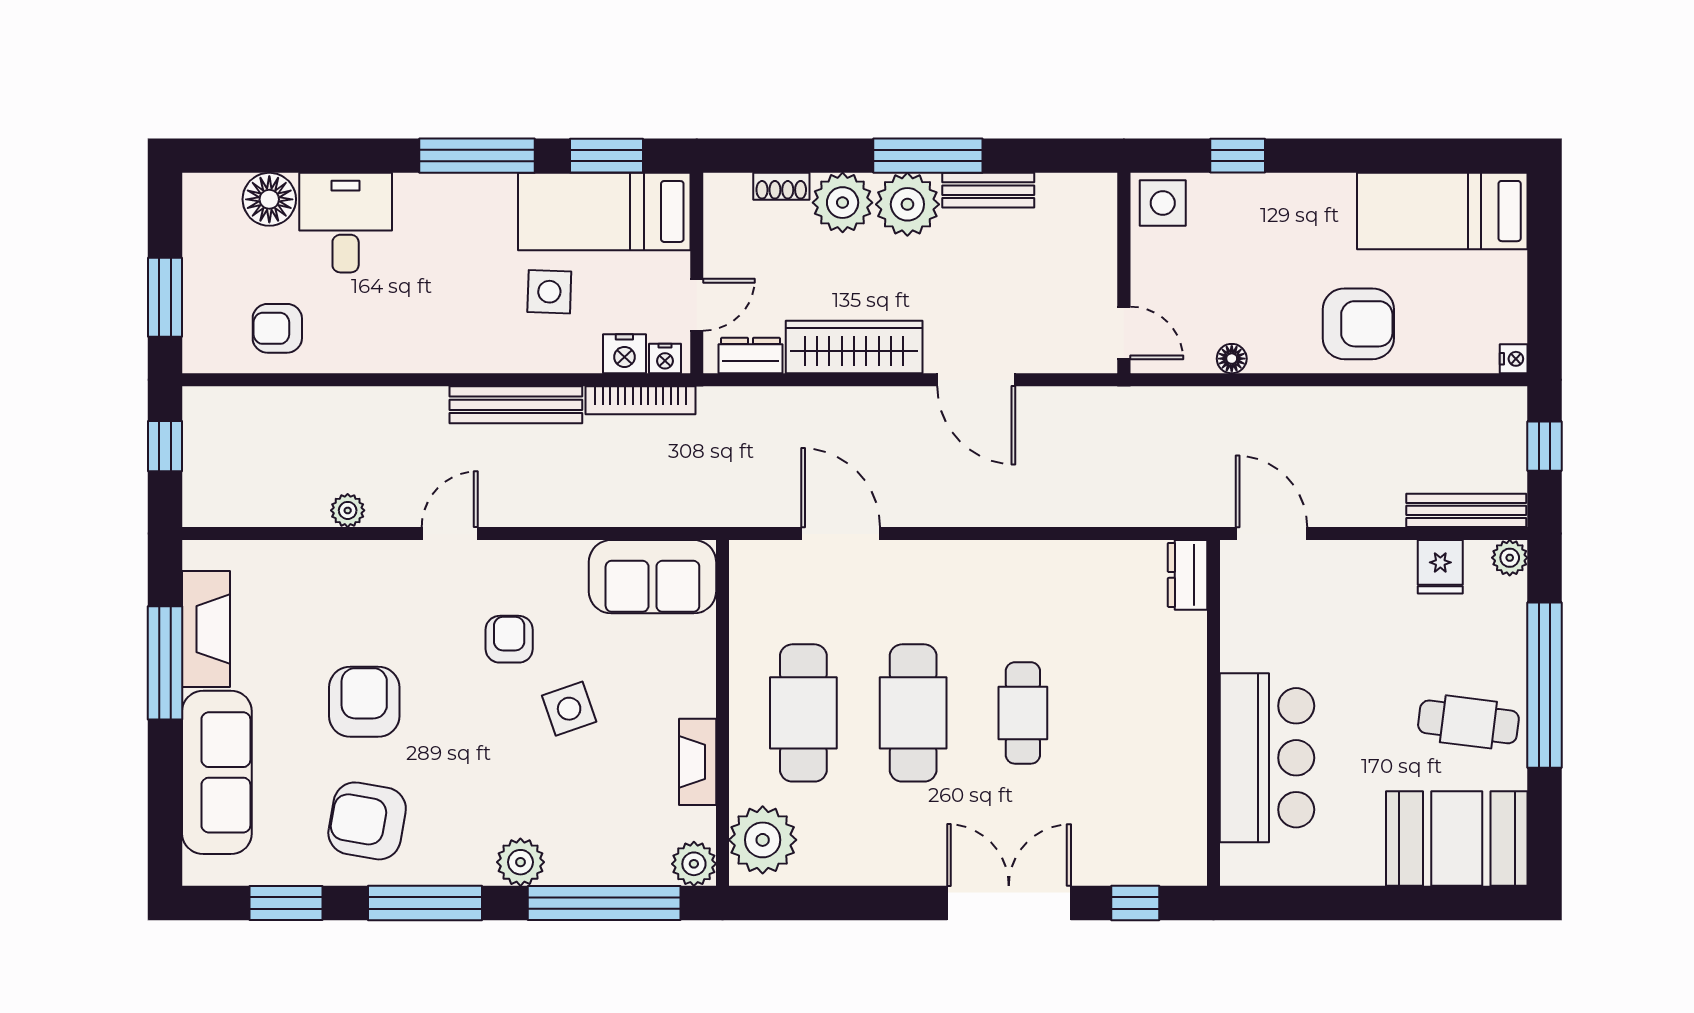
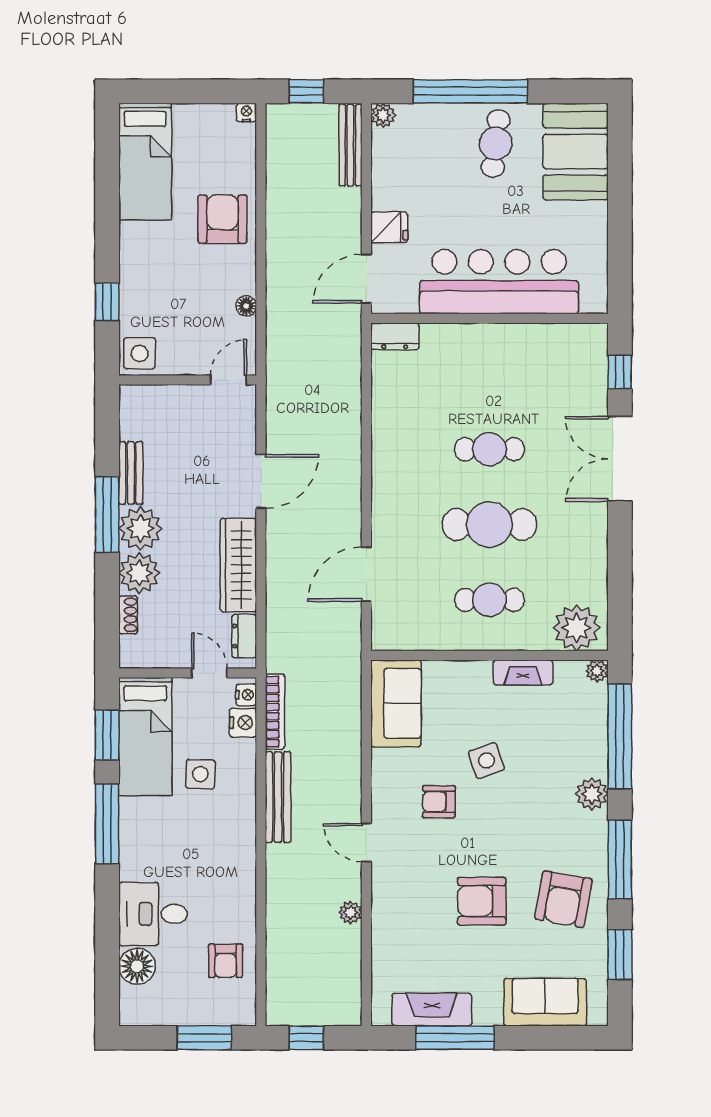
fridge: (1440, 567) -> (389, 227), moved
cafe table: (803, 713) -> (489, 600), width x0.73, depth x0.74
bar counter: (1267, 758) -> (499, 282), width x1.36
sofa: (217, 772) -> (545, 1002), width x0.73
plant: (694, 864) -> (597, 671), width x0.73, depth x0.73

